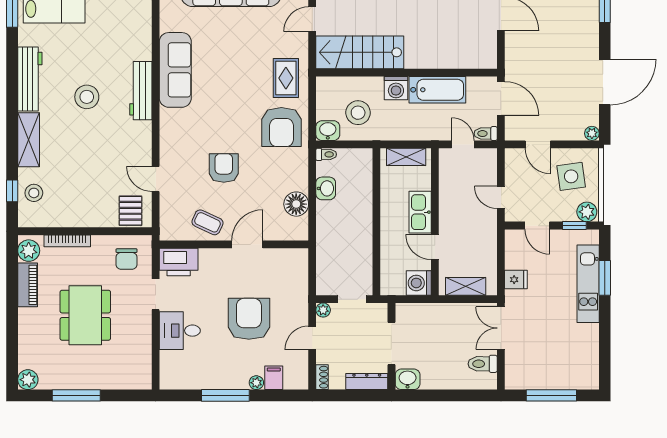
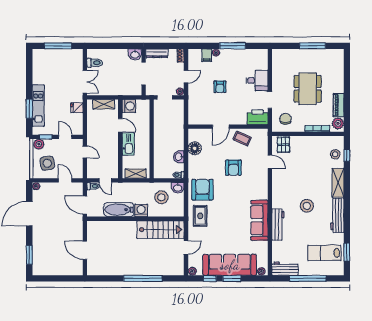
workbench: (141, 91) -> (278, 225), moved
armchair: (249, 319) -> (220, 87), width x0.53, depth x0.53
plant: (28, 380) -> (338, 54), removed

